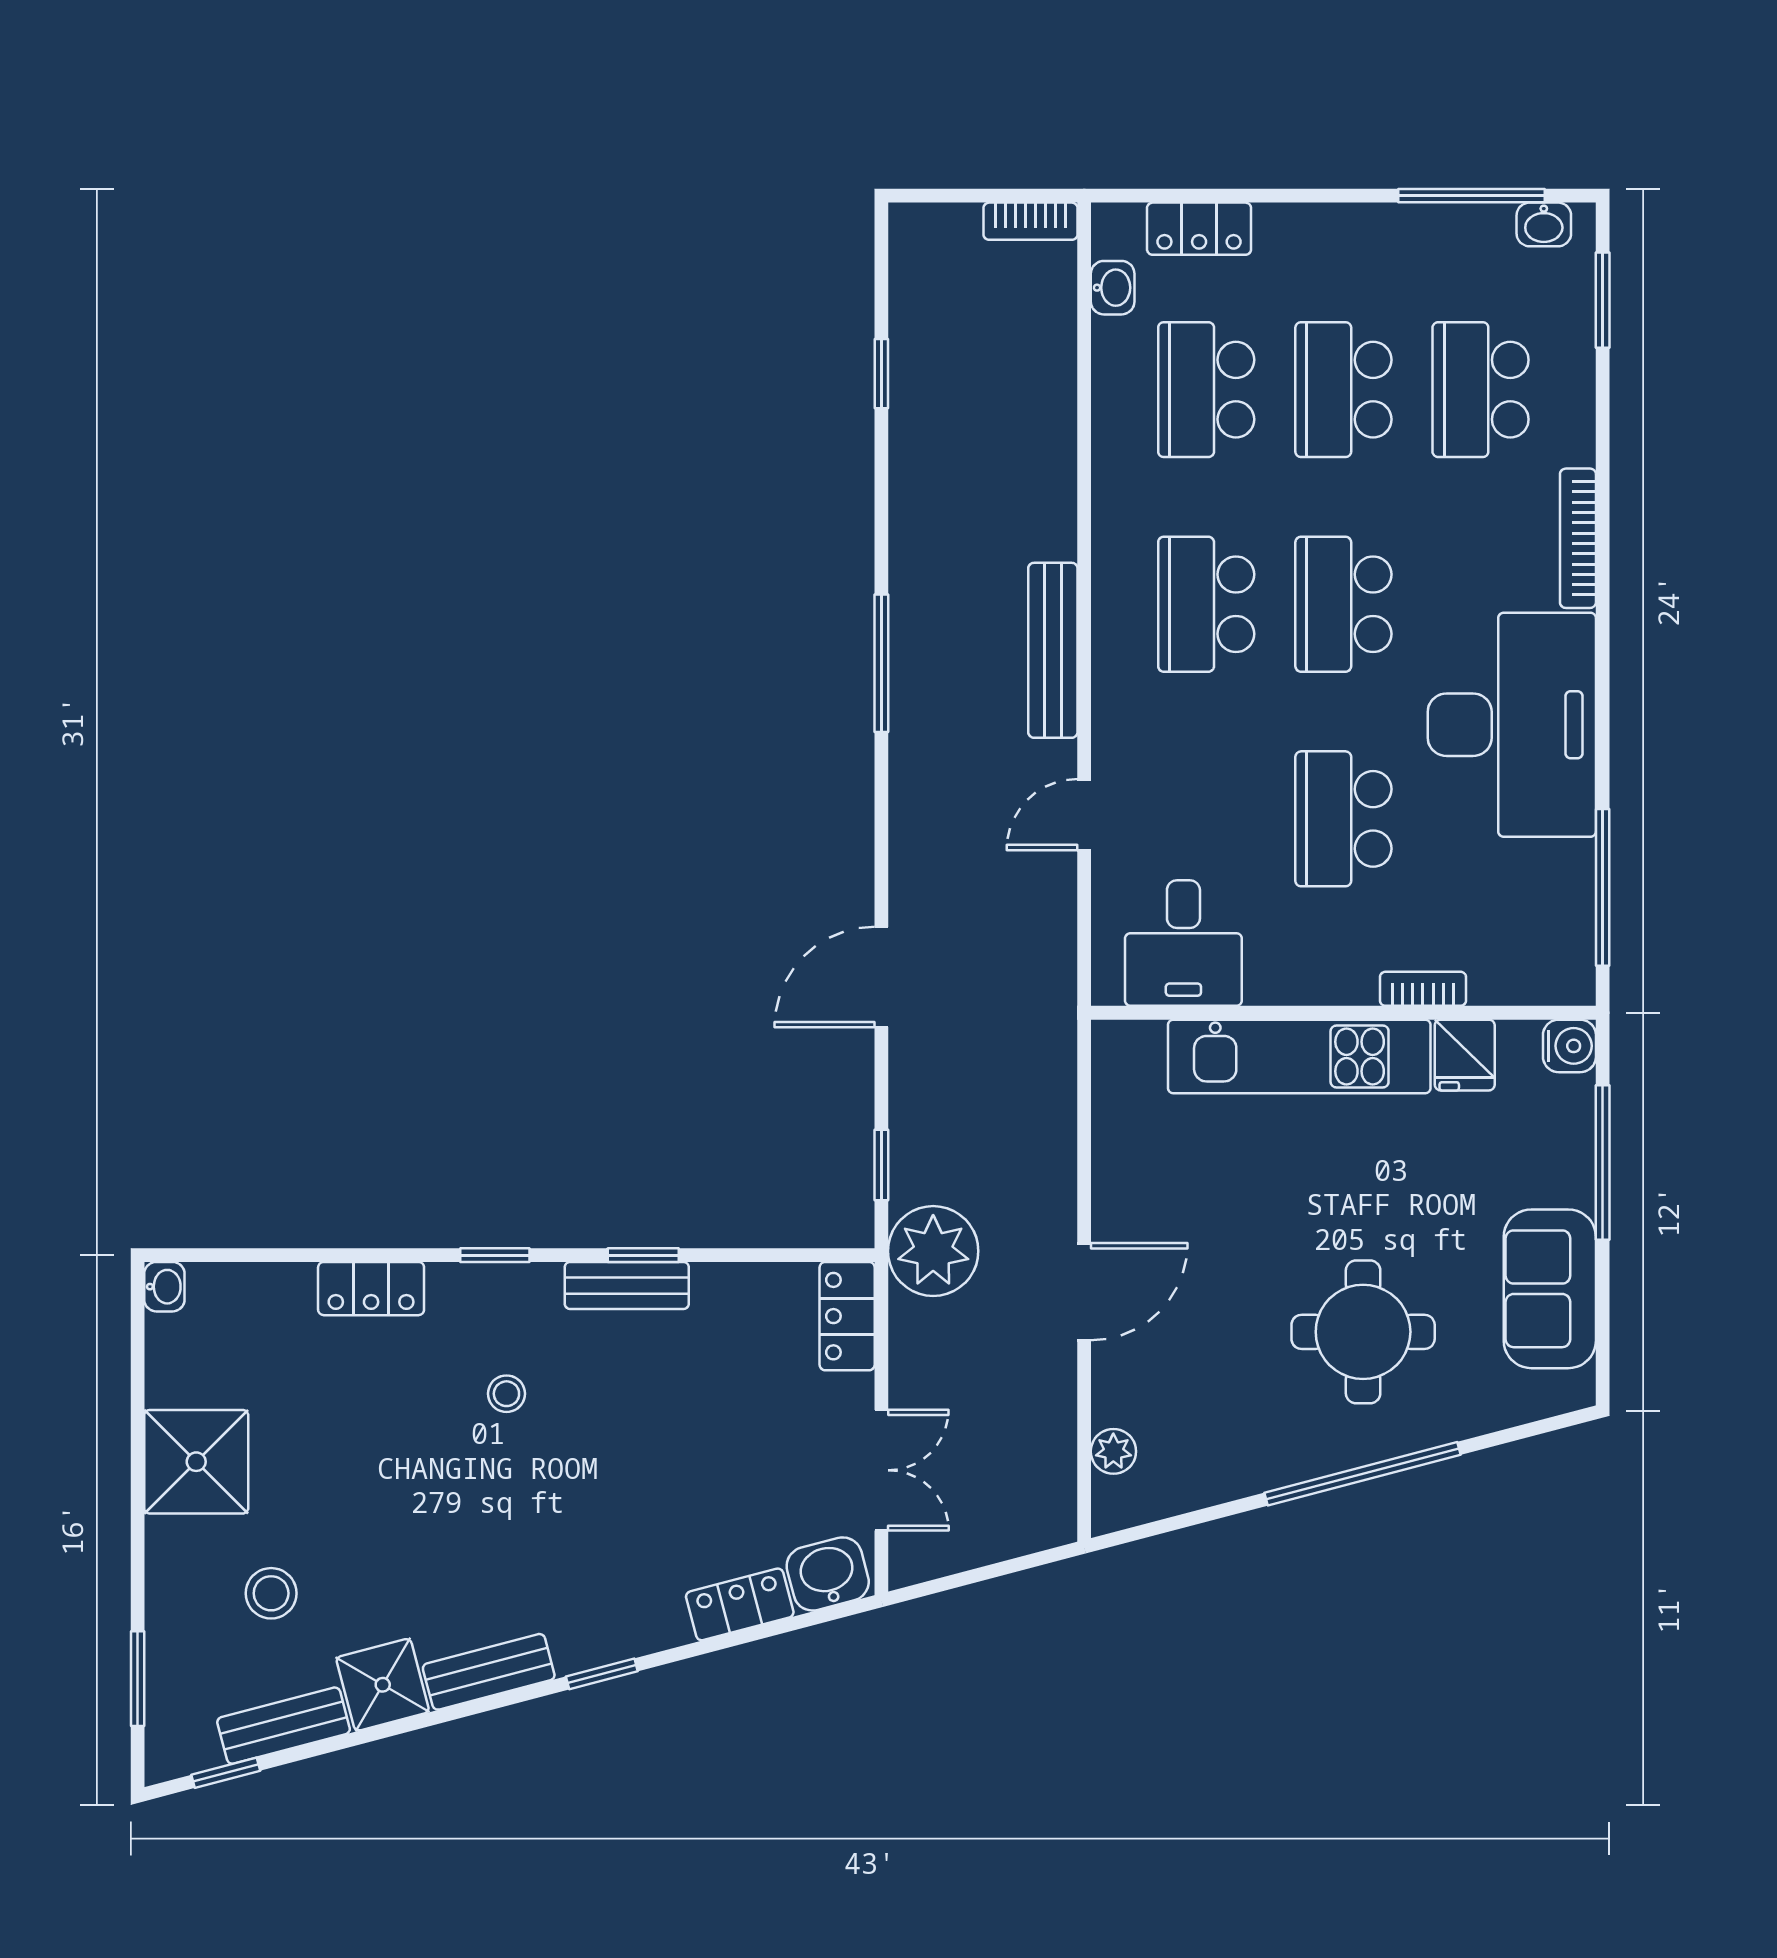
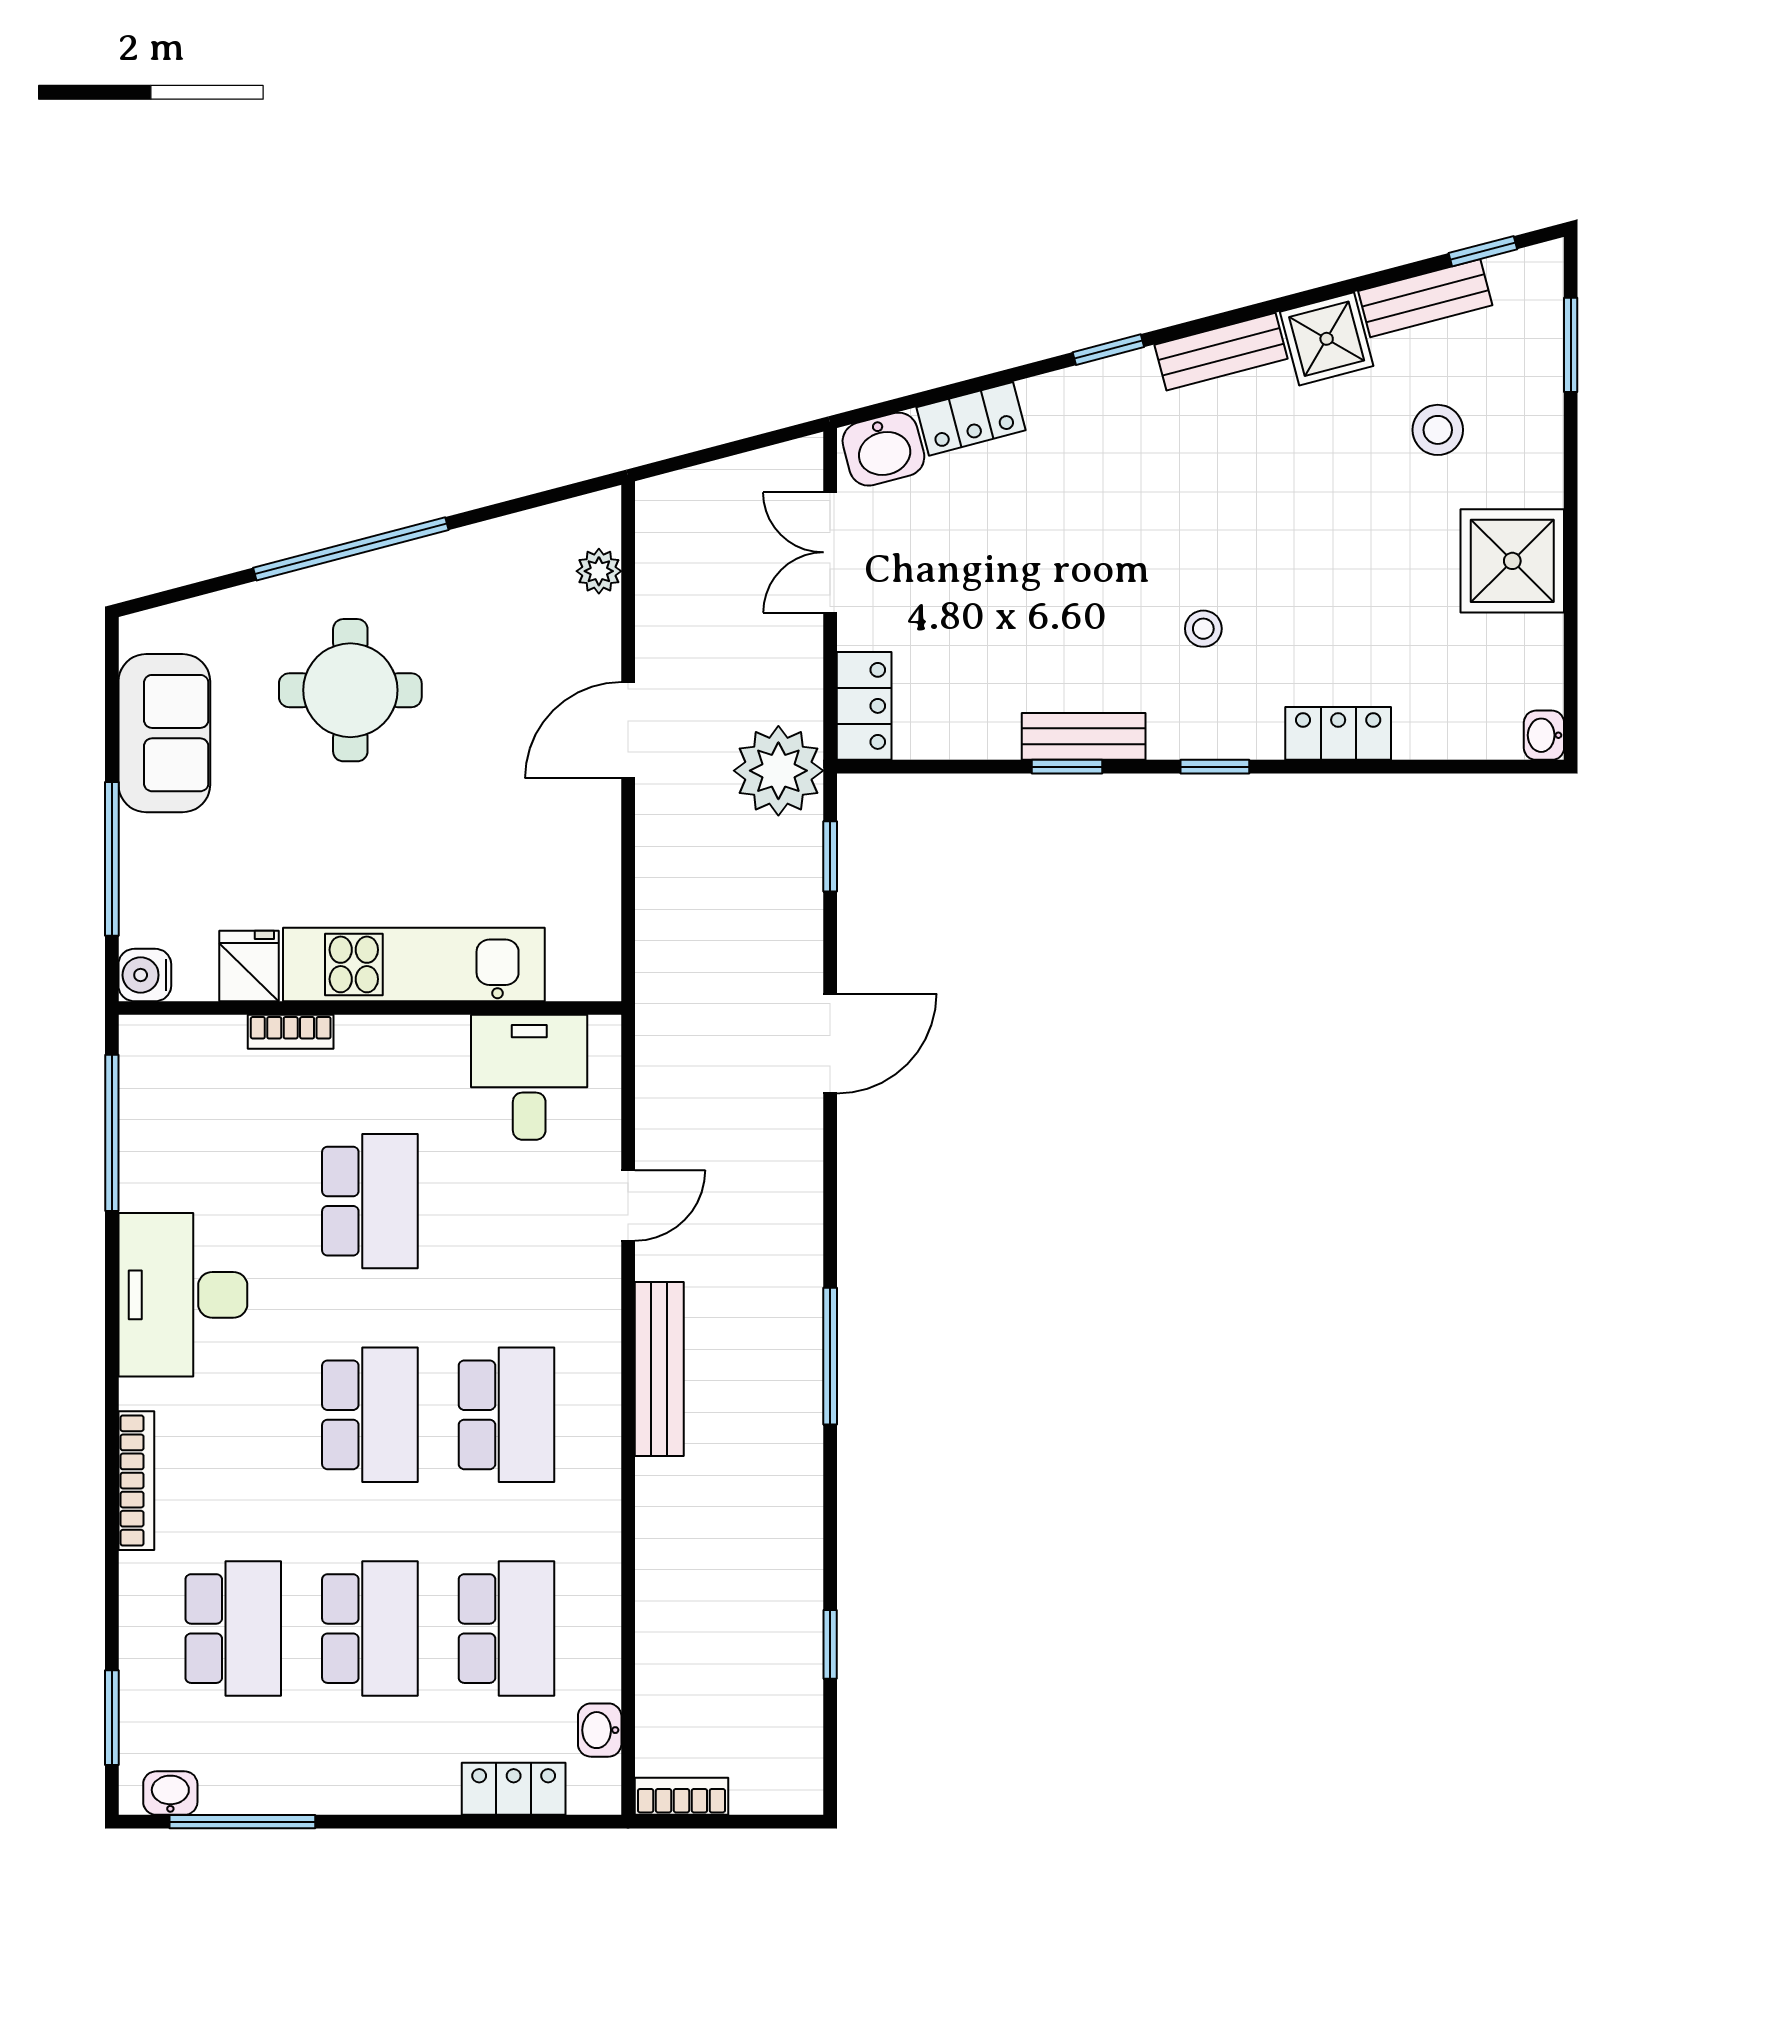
desk: (1512, 725) -> (183, 1295), width x0.73, depth x0.77

